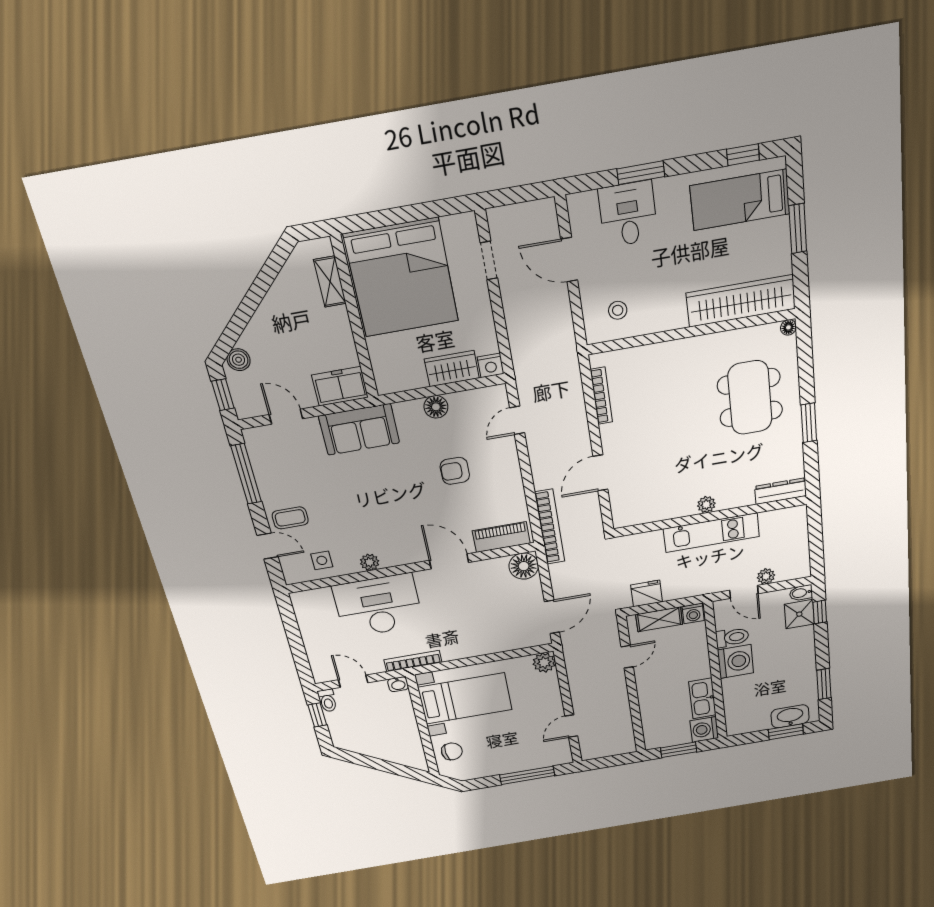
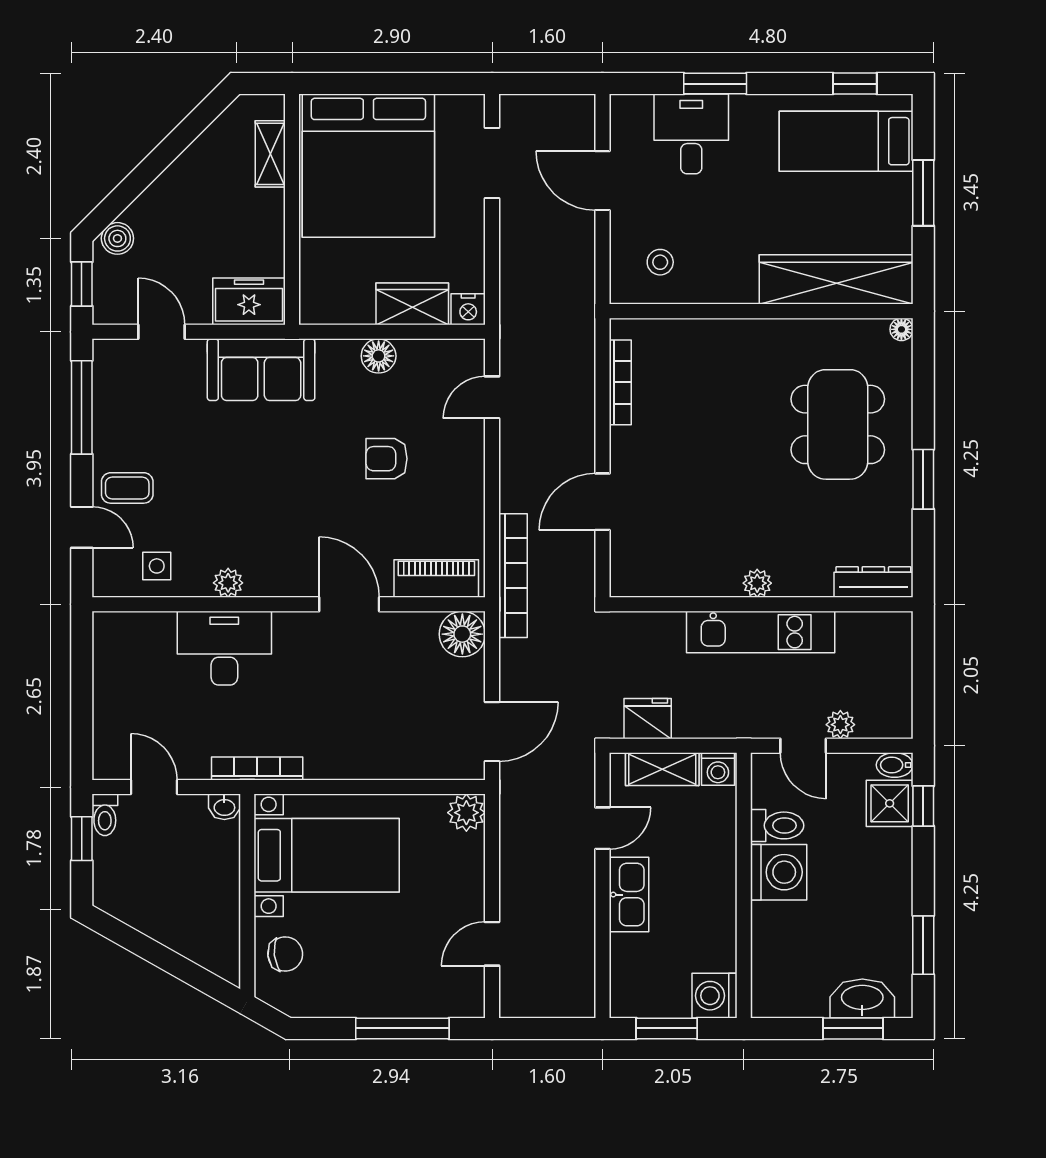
doorway: (489, 261) -> (492, 163), width x1.38
desk: (378, 606) -> (224, 648), width x0.73, depth x0.77
kitchen sink: (702, 698) -> (629, 895), moved, turned 180

